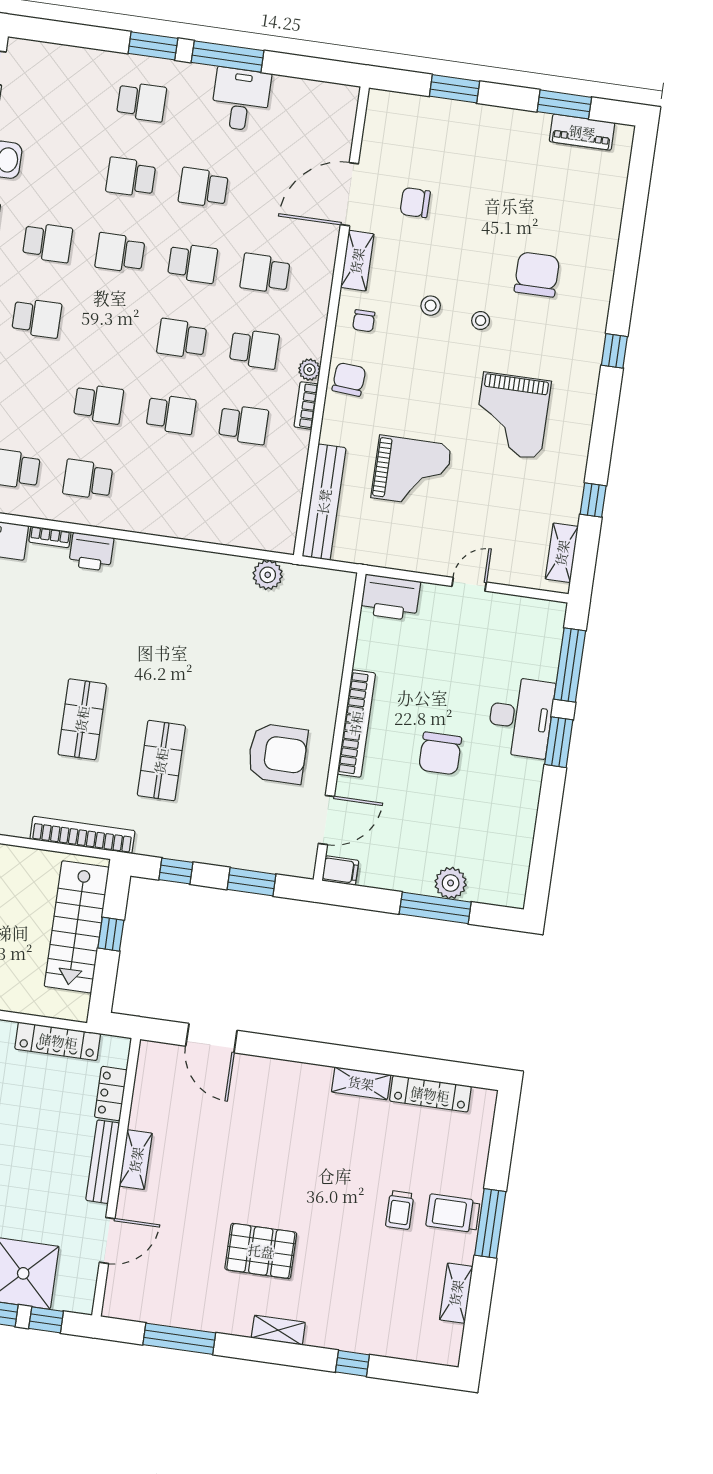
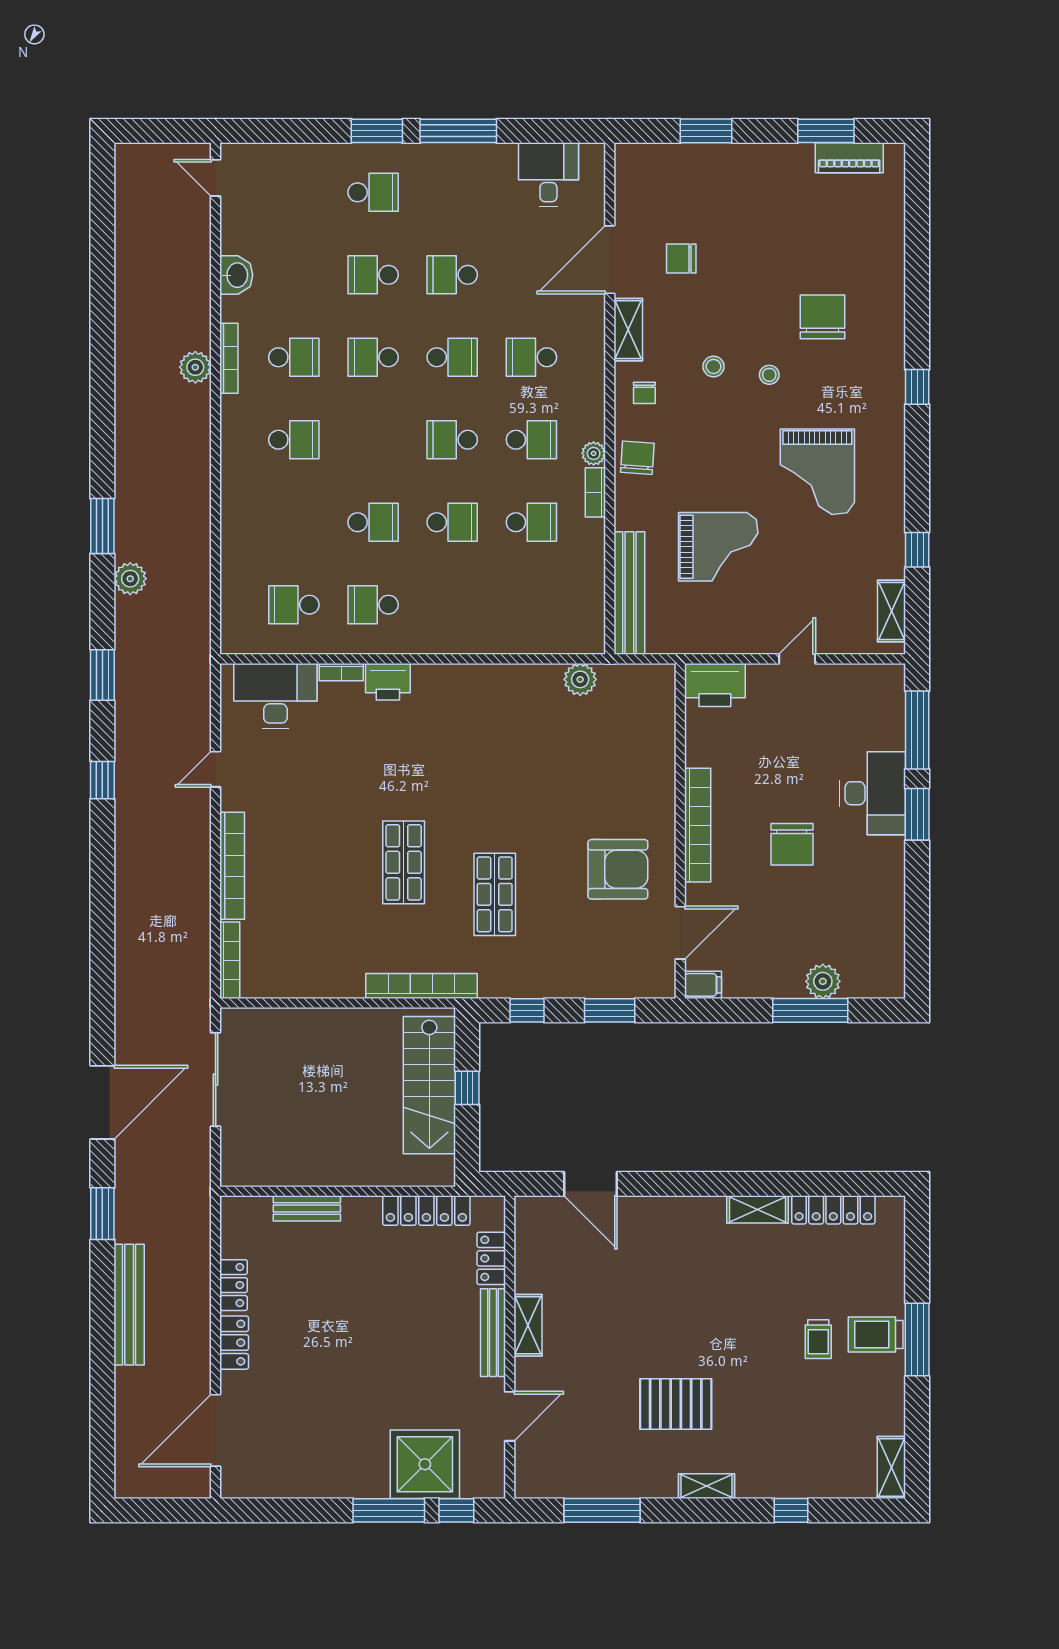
desk: (241, 99) -> (548, 175), moved
shelving: (456, 1293) -> (891, 1468), moved

